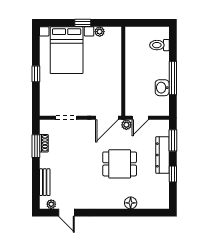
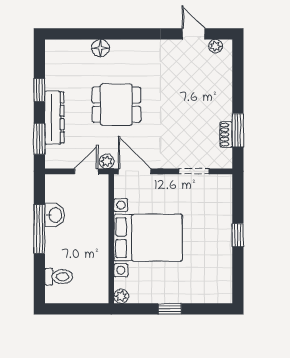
plant: (100, 32) -> (121, 296), moved
bed with nightstands: (67, 50) -> (148, 238), moved, turned 90
door: (107, 118) -> (135, 171), hinge flipped
bench: (45, 182) -> (225, 78), removed

